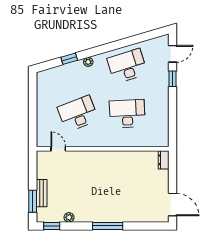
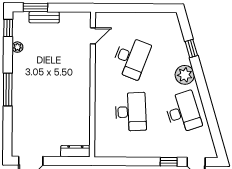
plant: (88, 62) -> (185, 75), width x1.88, depth x1.88
desk: (78, 114) -> (131, 58), turned 42
dresser: (164, 160) -> (75, 151), width x1.44

